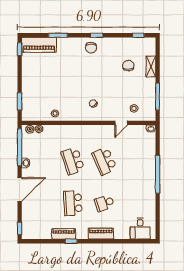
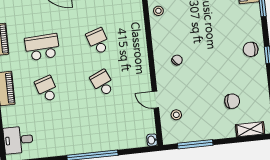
shelving: (151, 66) -> (250, 129), moved
school desk: (73, 161) -> (98, 41), width x0.54
school desk: (104, 161) -> (103, 83), width x0.54

